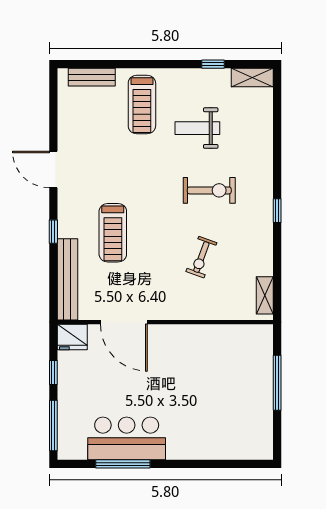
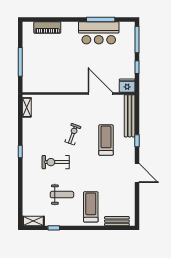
exercise bike: (201, 257) -> (73, 134), moved
piano: (225, 449) -> (47, 28), added

